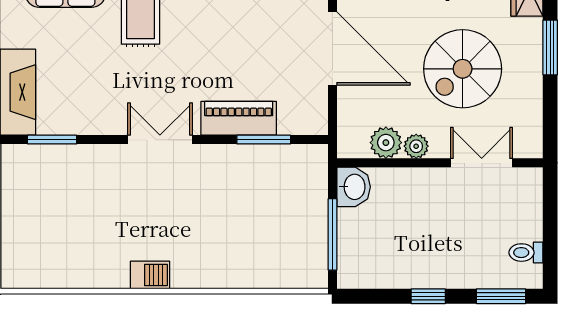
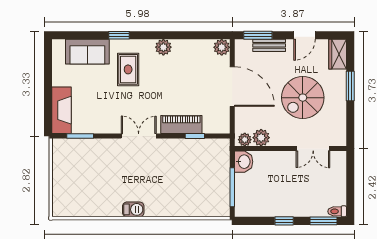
window: (264, 140) -> (195, 136), width x0.67
plant: (416, 146) -> (245, 140), moved
double door: (482, 163) -> (313, 149), swing flipped
toilet: (526, 253) -> (337, 211), moved

